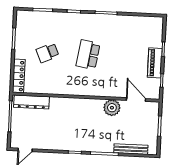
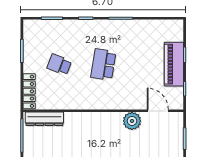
school desk: (47, 53) -> (59, 65), turned 45
piano: (155, 63) -> (174, 64), width x1.37, depth x1.33

